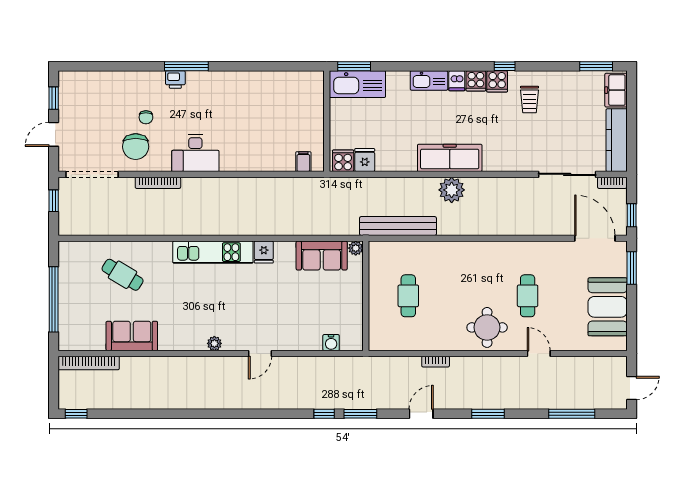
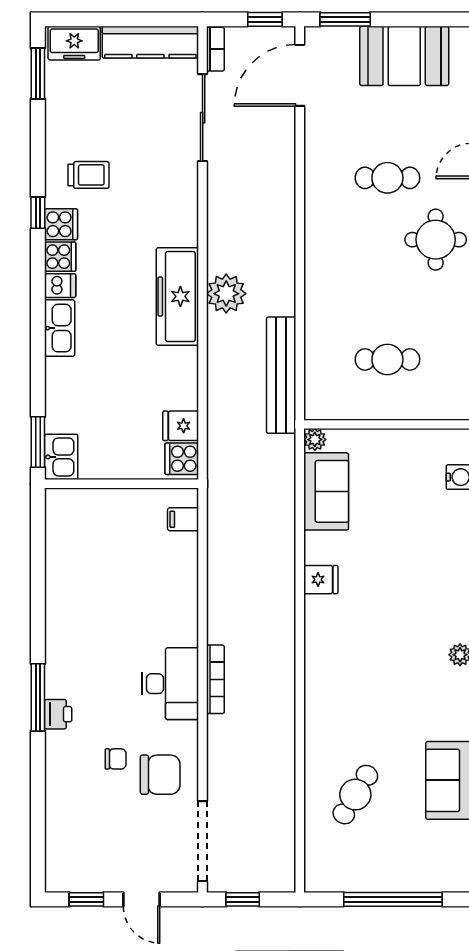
kitchen sink: (357, 84) -> (61, 457), width x0.53, depth x0.81
bookcase: (158, 183) -> (215, 679), moved
kitchen unit: (213, 252) -> (321, 657), removed

